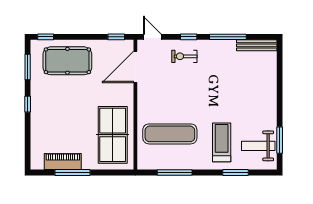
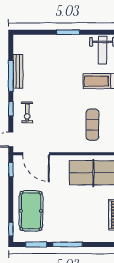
bench: (257, 45) -> (18, 71), moved
window: (28, 104) -> (68, 244), width x2.17
exercise mat: (170, 134) -> (93, 125), width x0.73, depth x0.69
window: (280, 140) -> (68, 32), moved

